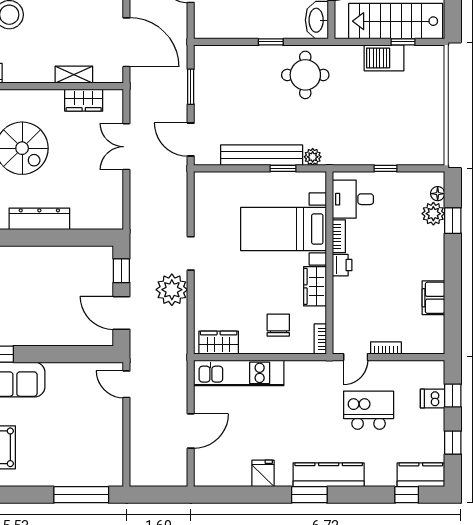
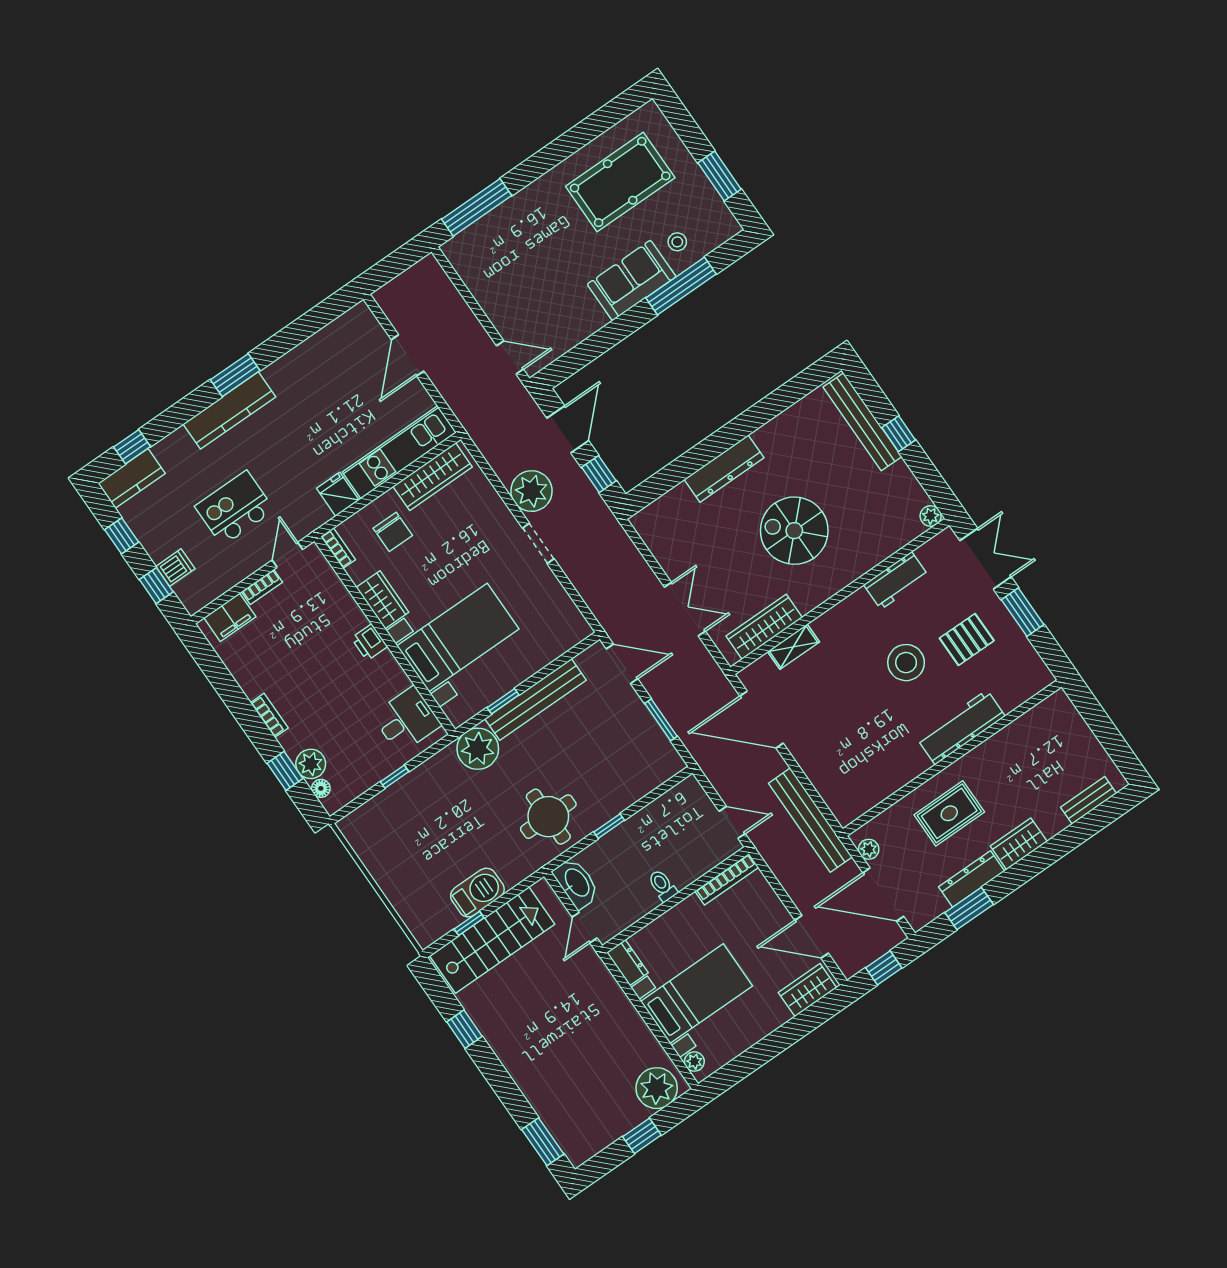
wardrobe: (84, 100) -> (764, 627), width x1.50
plant: (313, 157) -> (478, 749), width x1.88, depth x1.88
bookcase: (339, 236) -> (269, 715), moved, turned 180
filing cabinet: (433, 298) -> (230, 617), moved, turned 90
door: (121, 313) -> (568, 429), hinge flipped
wardrobe: (219, 343) -> (433, 477), width x1.50
kitchen island: (369, 410) -> (235, 508), turned 180
fridge: (263, 473) -> (338, 494), moved, turned 180

